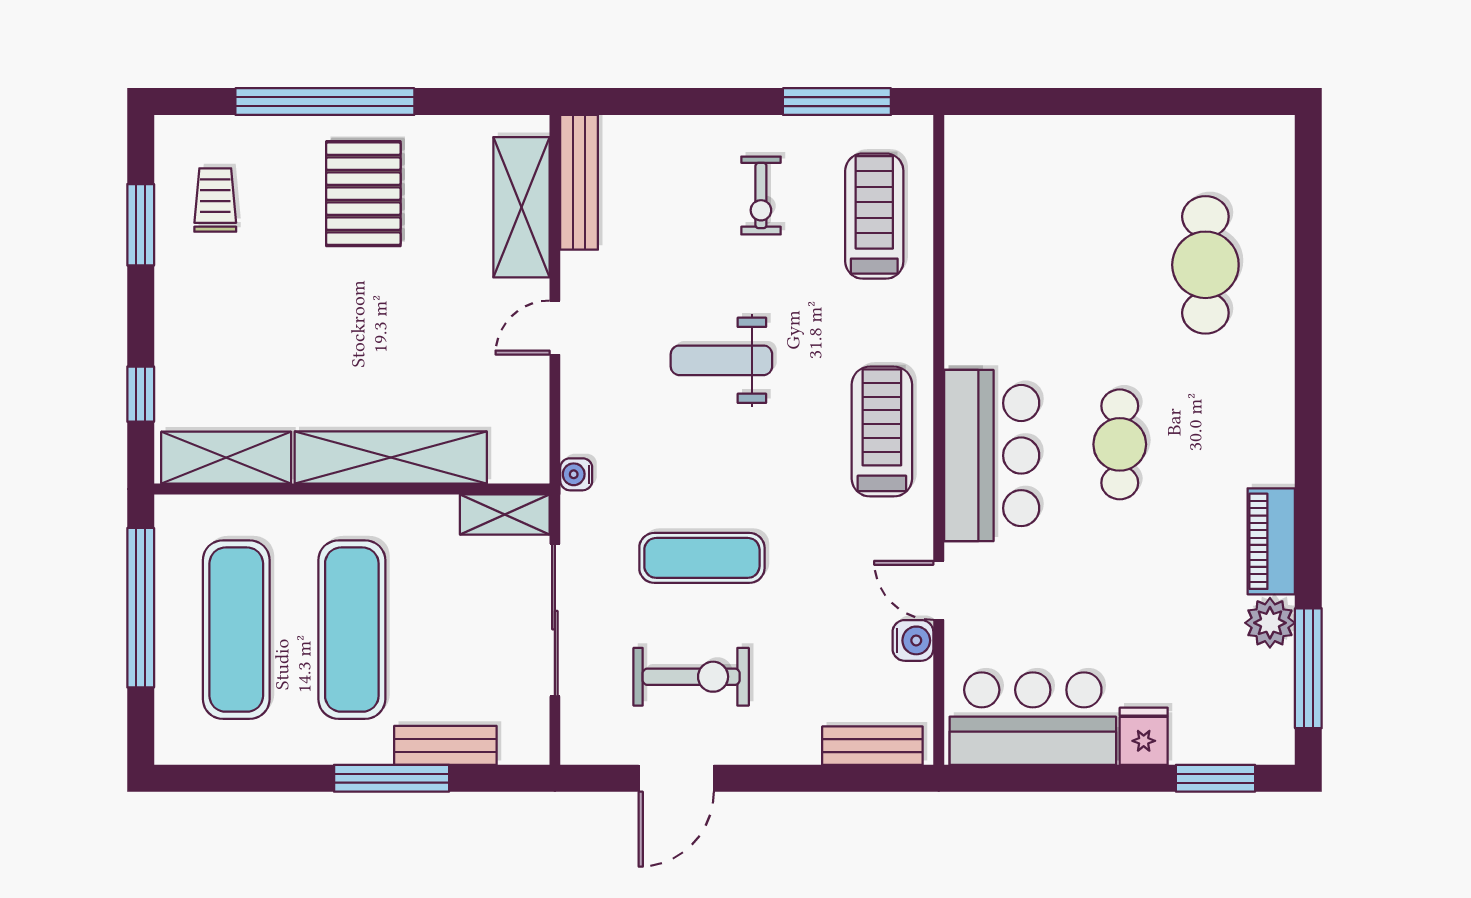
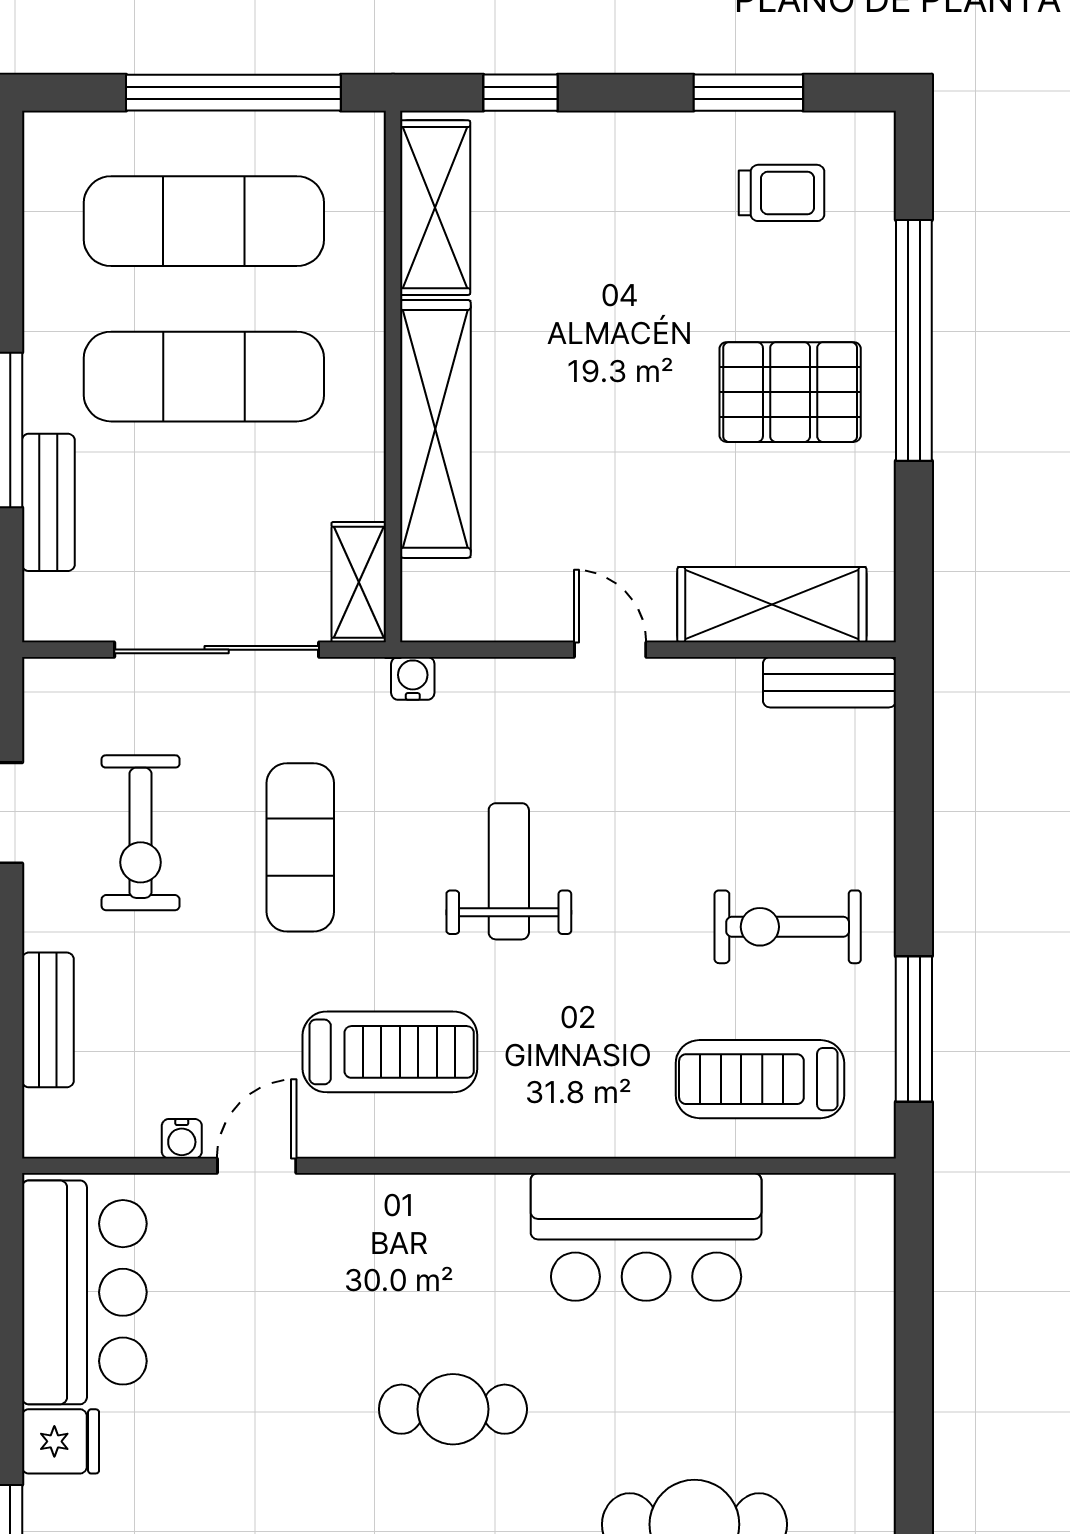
bench: (579, 182) -> (830, 682), width x0.73
exercise bike: (761, 196) -> (788, 927), width x1.38, depth x1.39
treadmill: (874, 216) -> (760, 1079), turned 180
weight bench: (721, 360) -> (509, 871), moved
treadmill: (882, 432) -> (390, 1052), moved
bar counter: (992, 456) -> (646, 1237), moved
water cooler: (913, 640) -> (182, 1139), width x0.72, depth x0.72
bench: (872, 746) -> (48, 1020), moved

